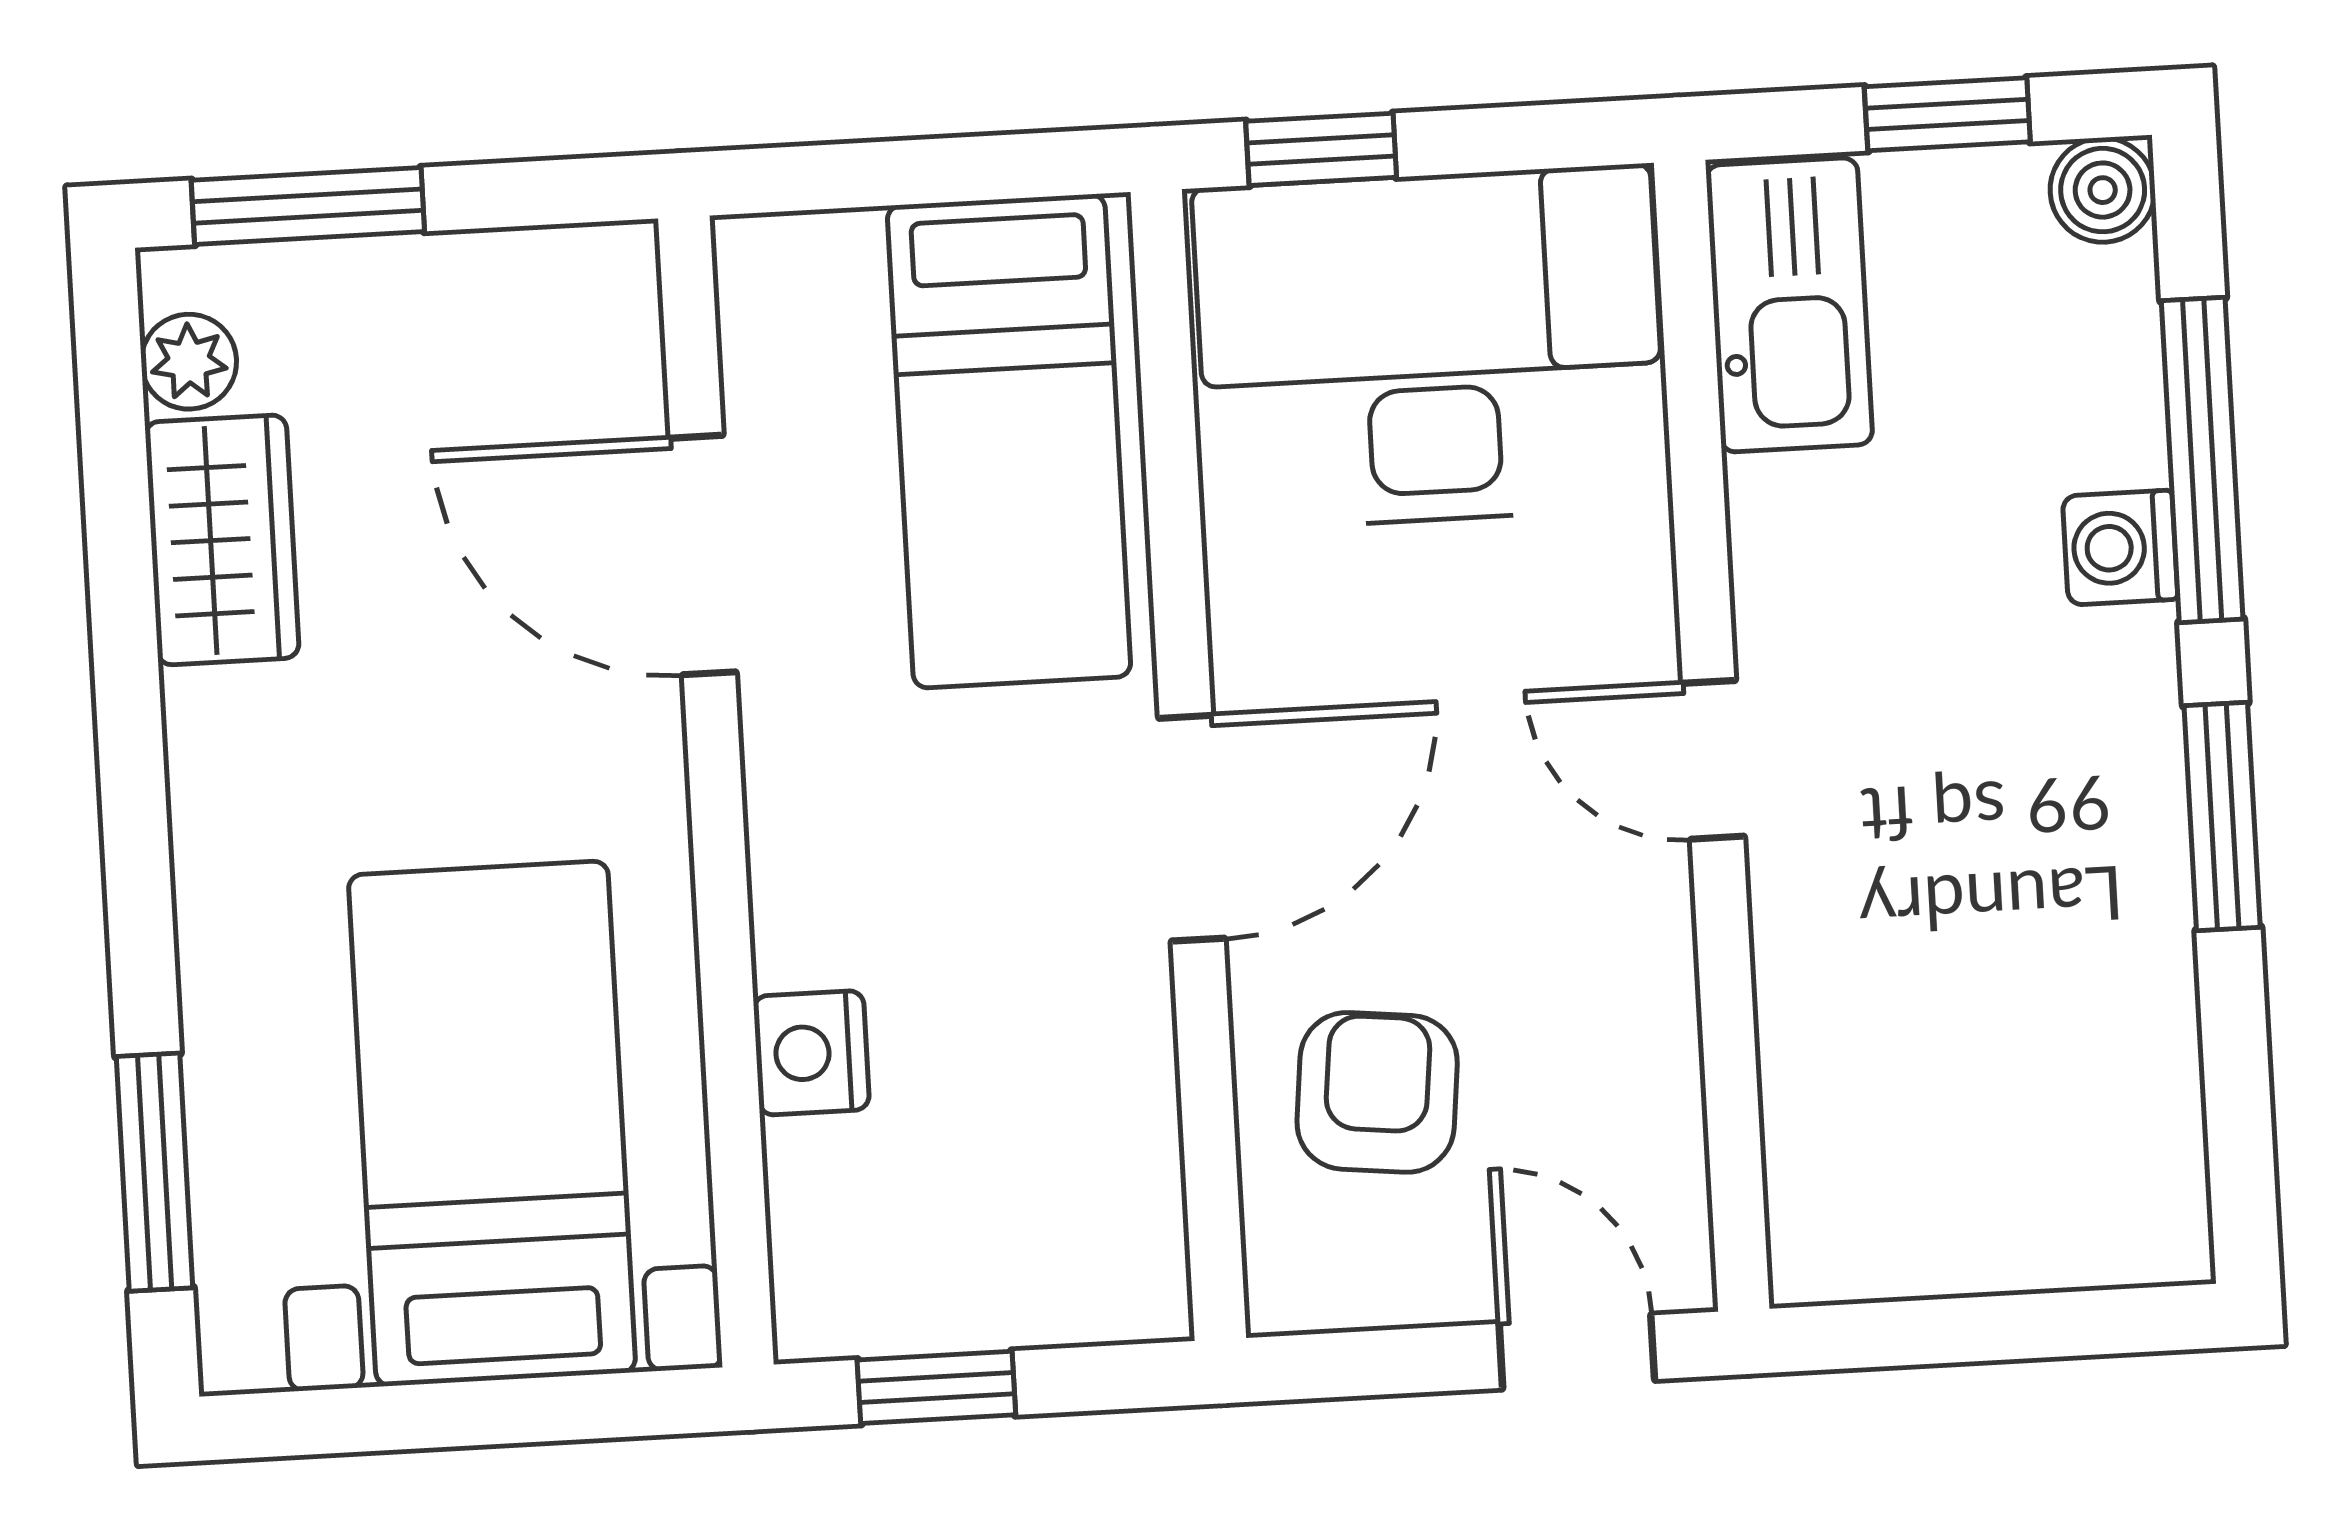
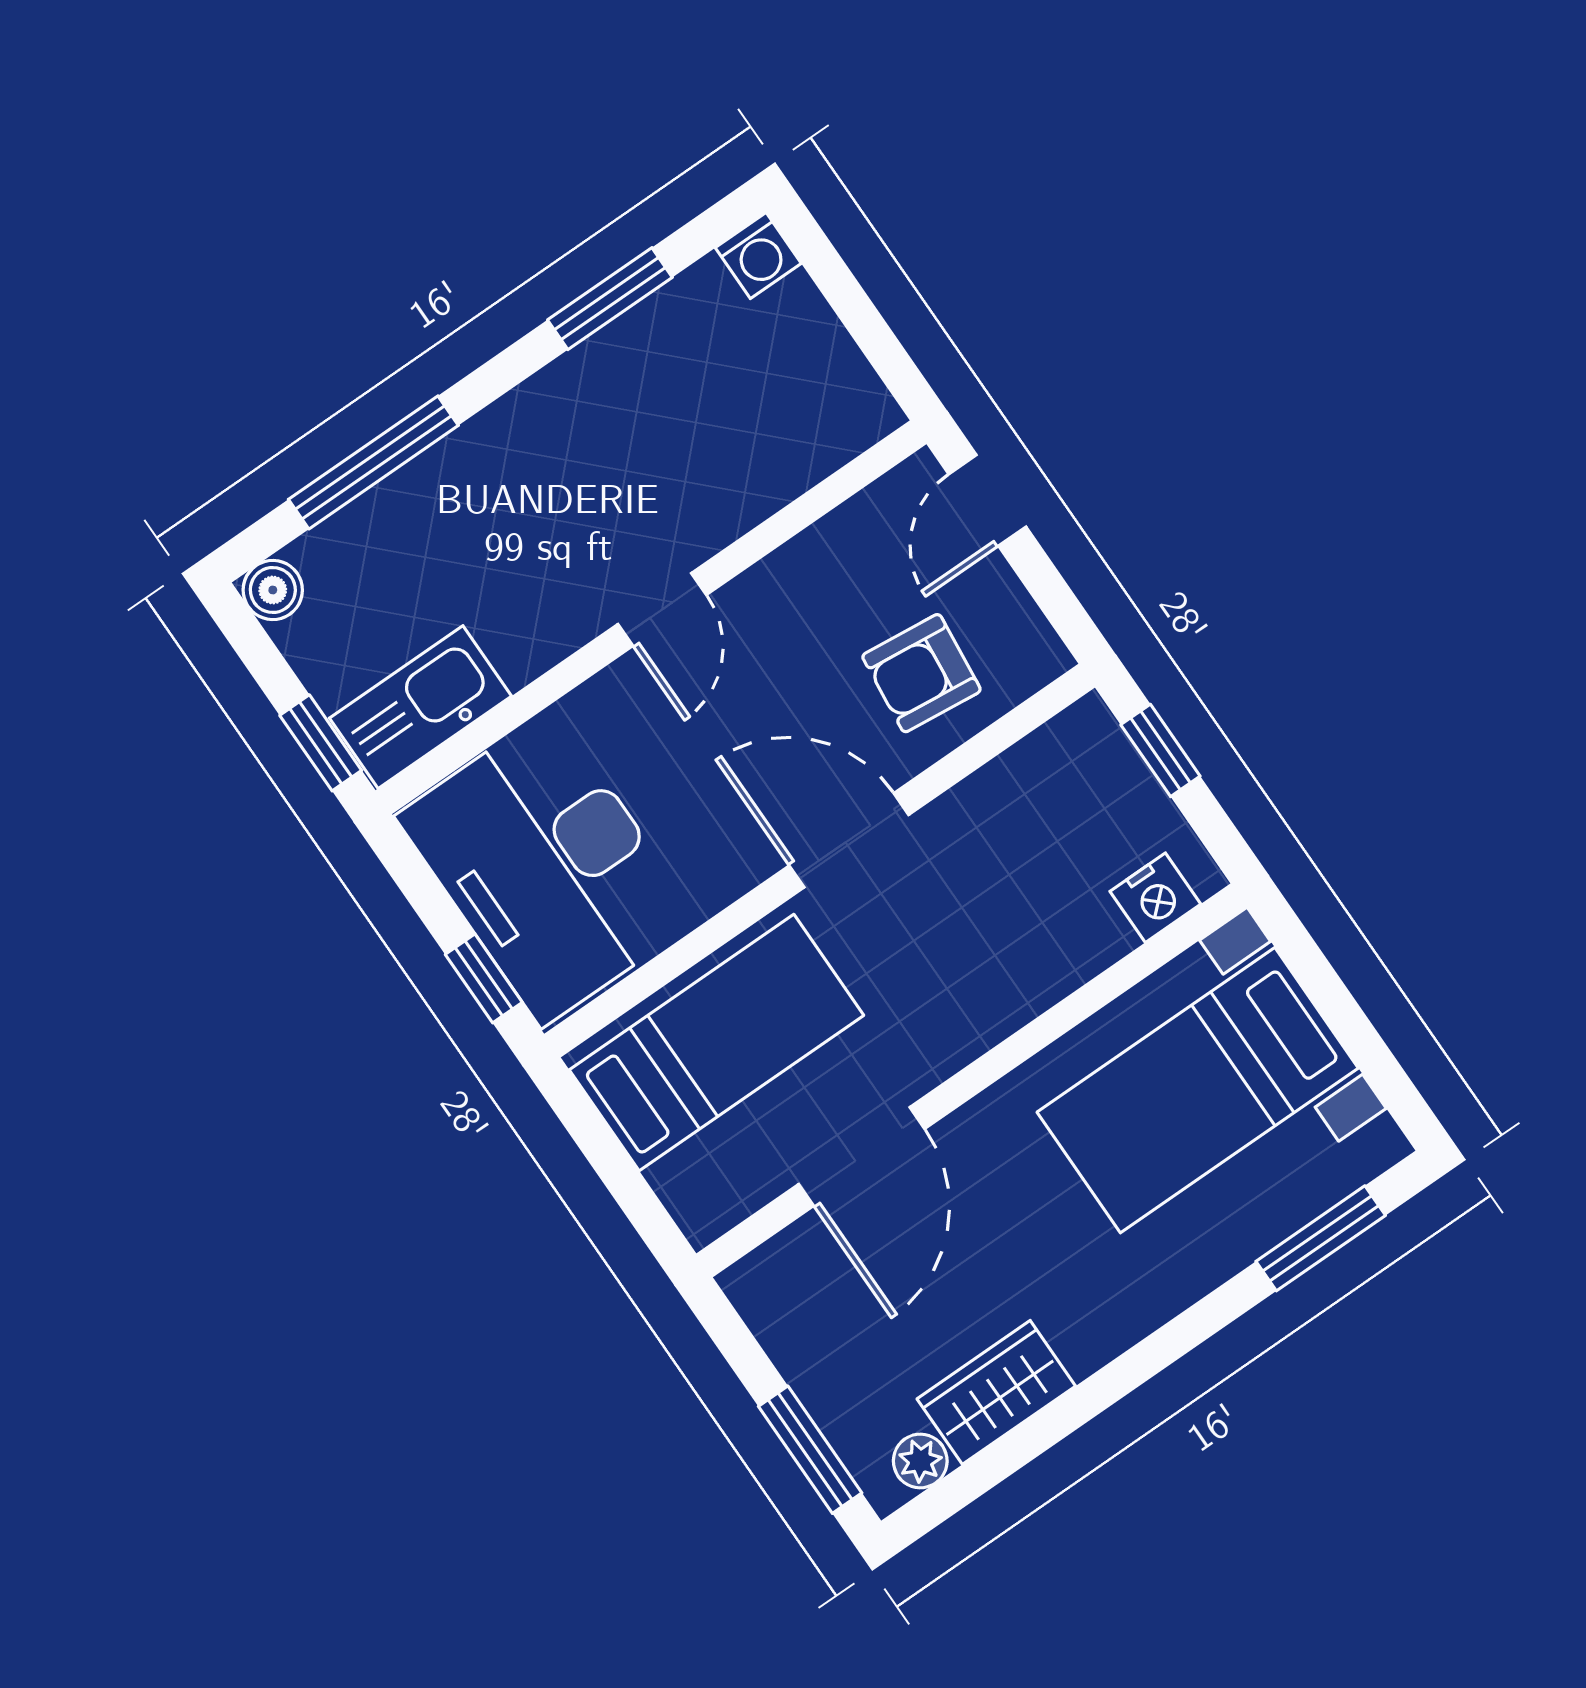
window: (1947, 114) -> (321, 743), moved
washing machine: (2120, 548) -> (758, 256), moved
window: (2222, 817) -> (610, 299), moved
nightstand: (811, 1053) -> (1155, 898), moved
window: (936, 1387) -> (1160, 750), moved

